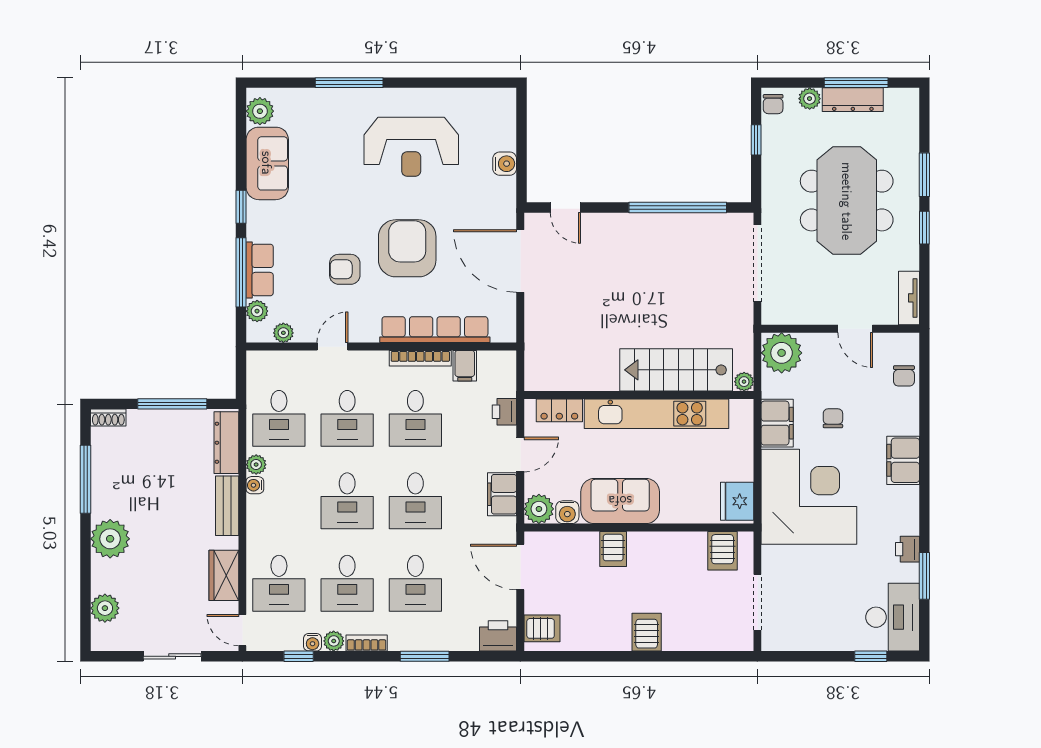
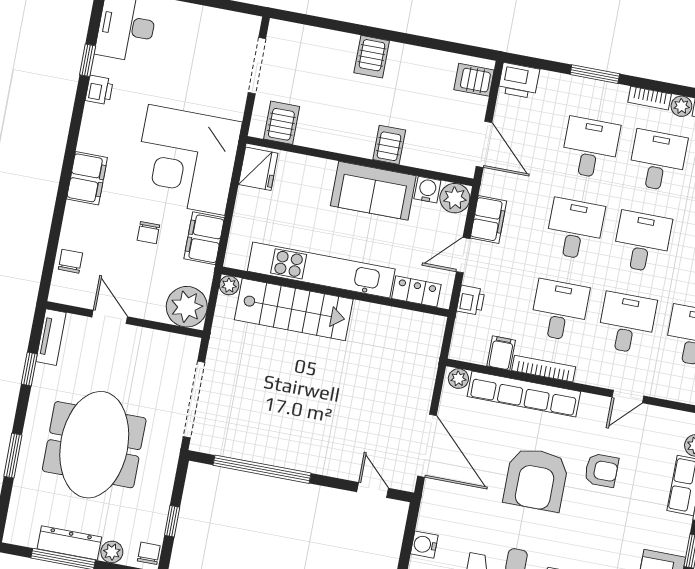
window: (924, 228) -> (29, 369), moved
plant: (283, 333) -> (458, 379), moved
window: (924, 576) -> (88, 60), width x0.67

